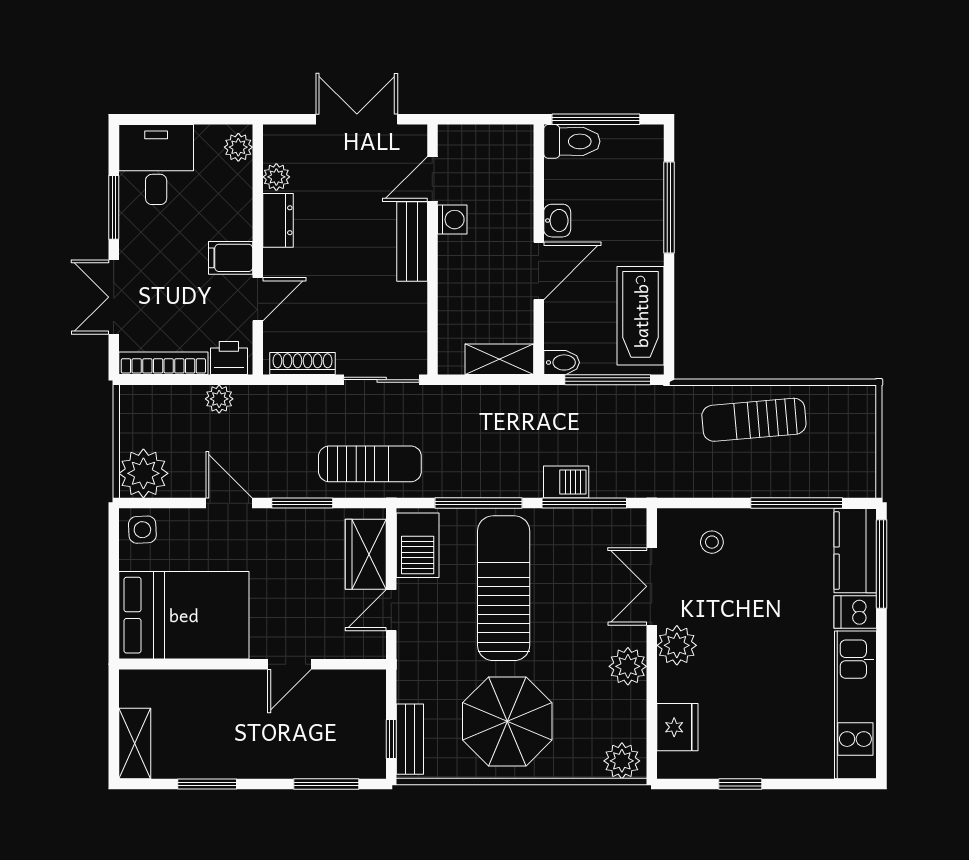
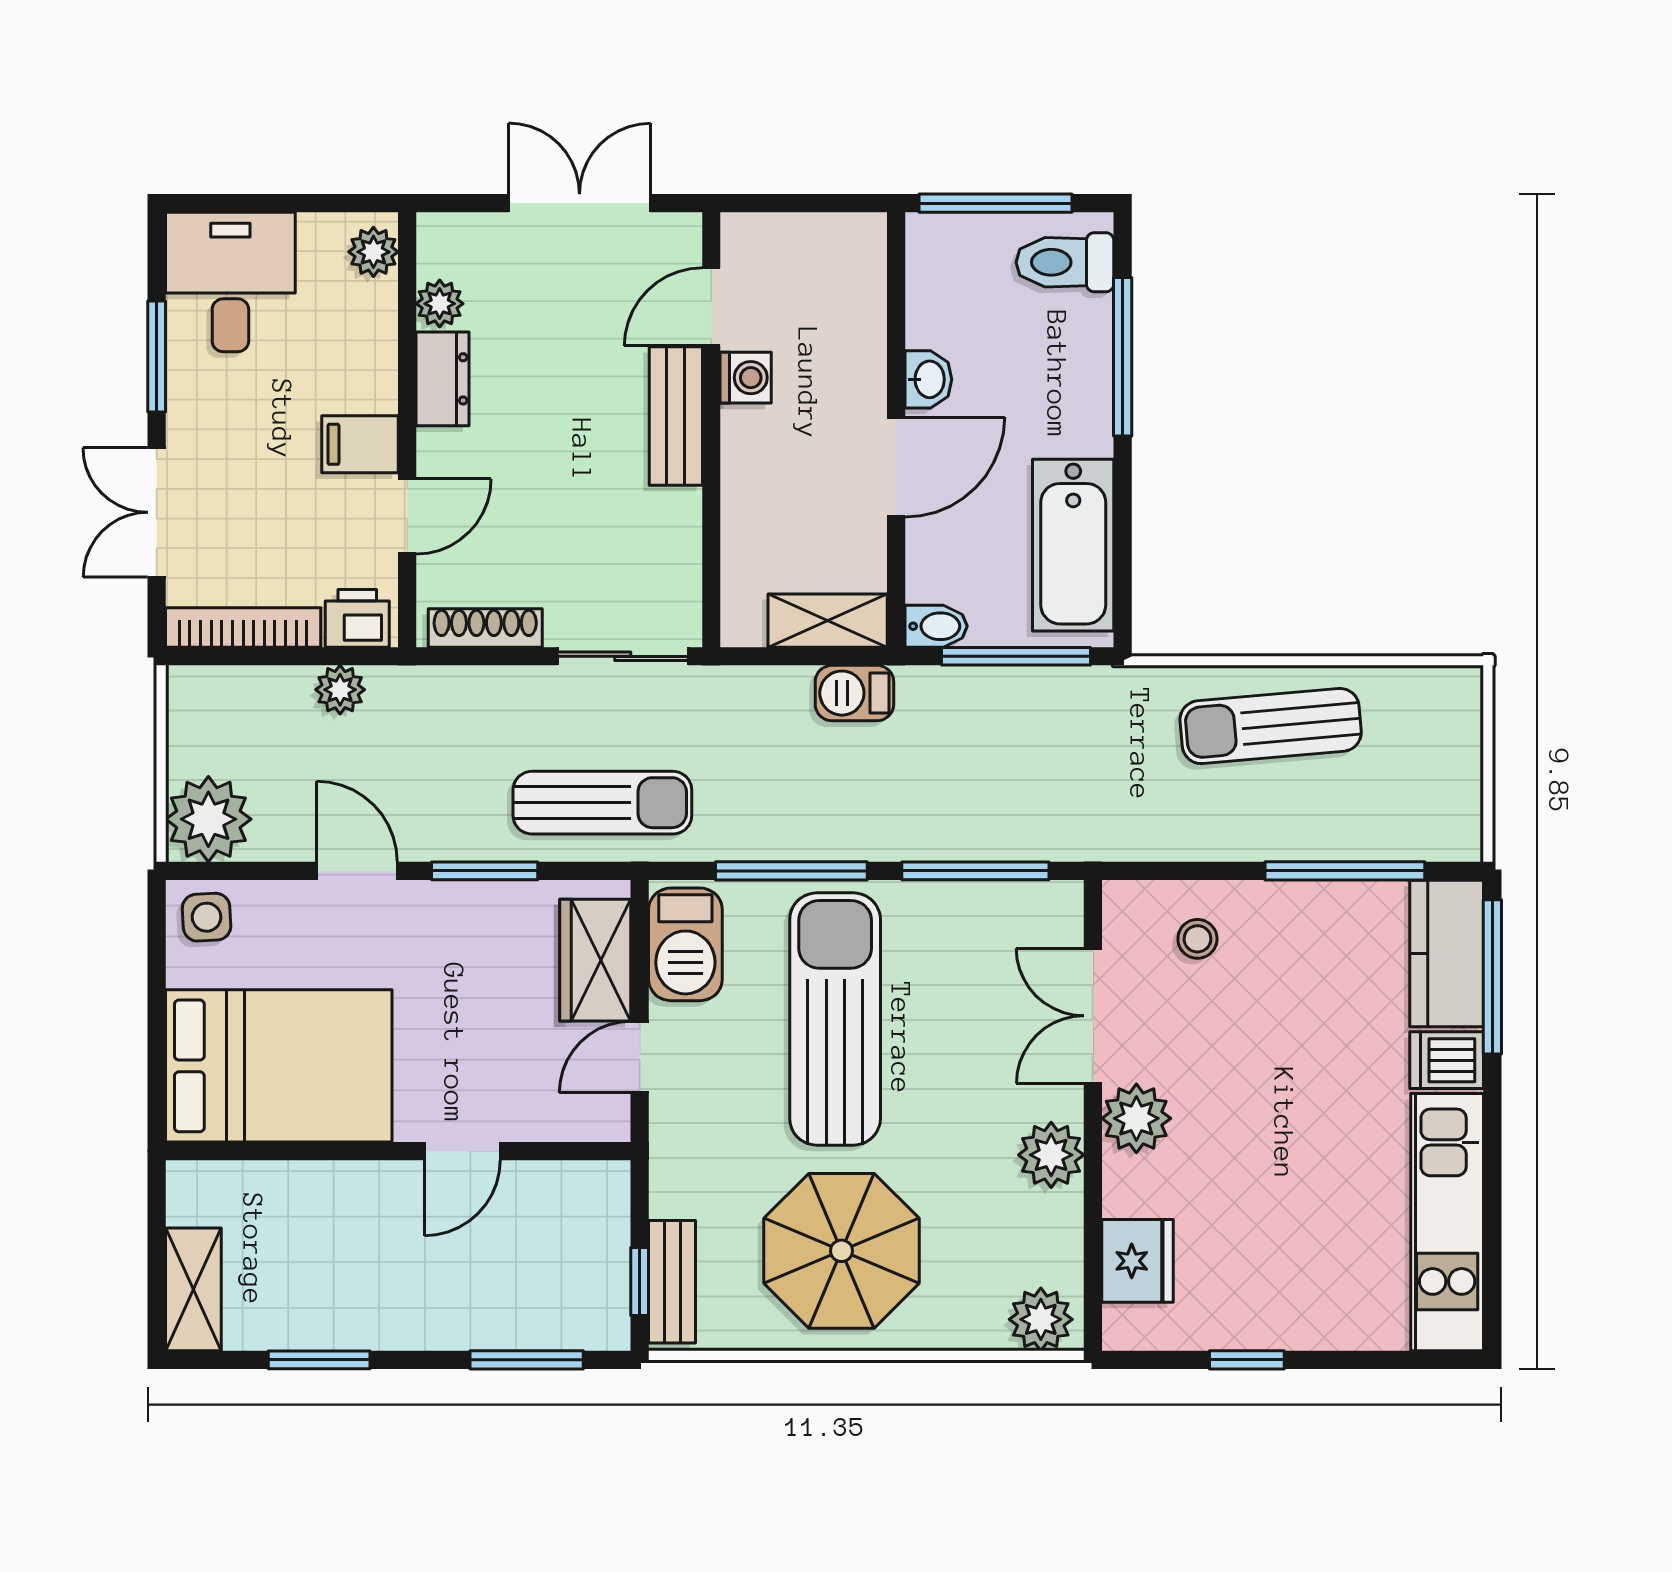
toilet: (572, 141) -> (1065, 262), moved, turned 180
barbecue: (566, 482) -> (854, 693), moved, turned 180

